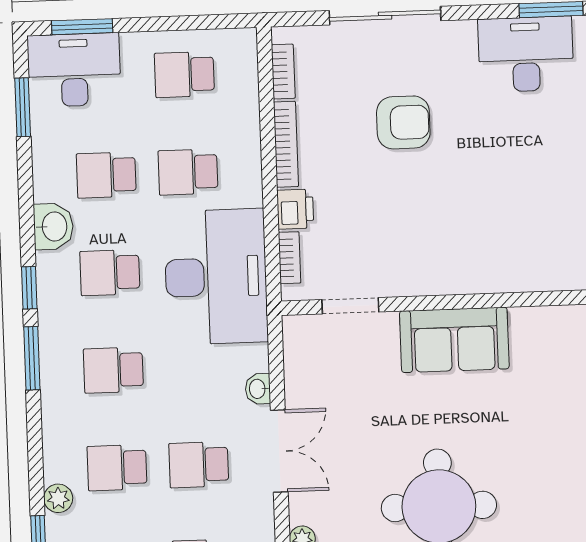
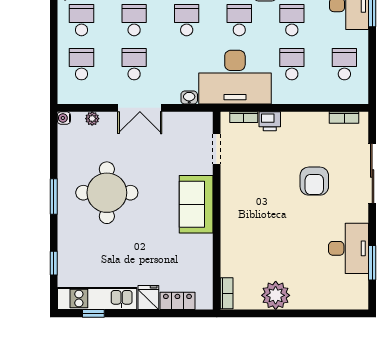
bookcase: (286, 144) -> (305, 117), removed
washbasin: (258, 389) -> (189, 98), moved

